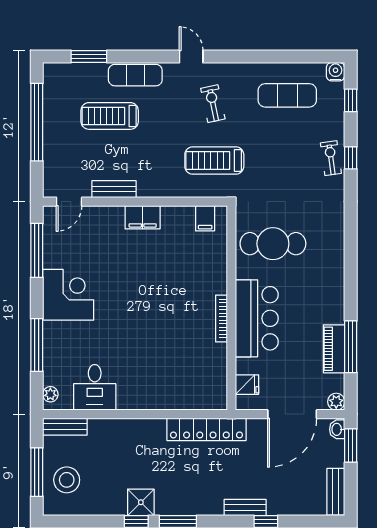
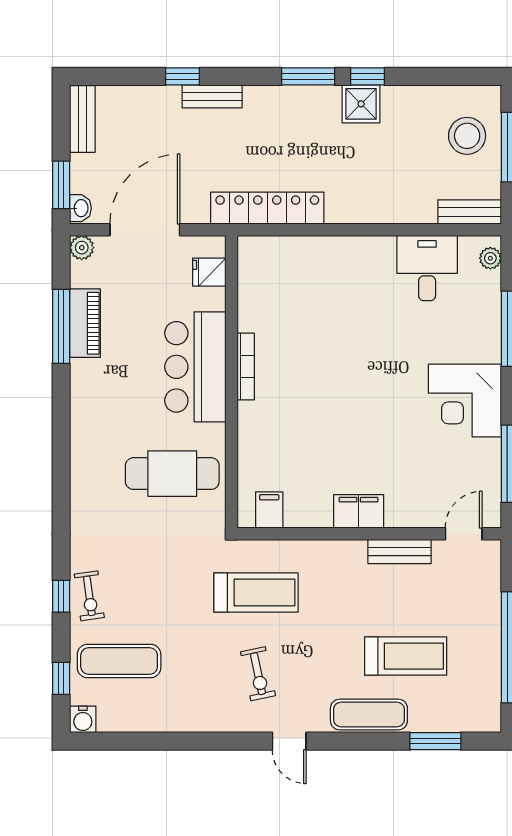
exercise mat: (287, 95) -> (119, 661), moved

